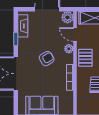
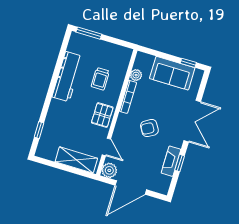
fireplace: (23, 26) -> (171, 161), moved
plant: (69, 49) -> (136, 75), moved

